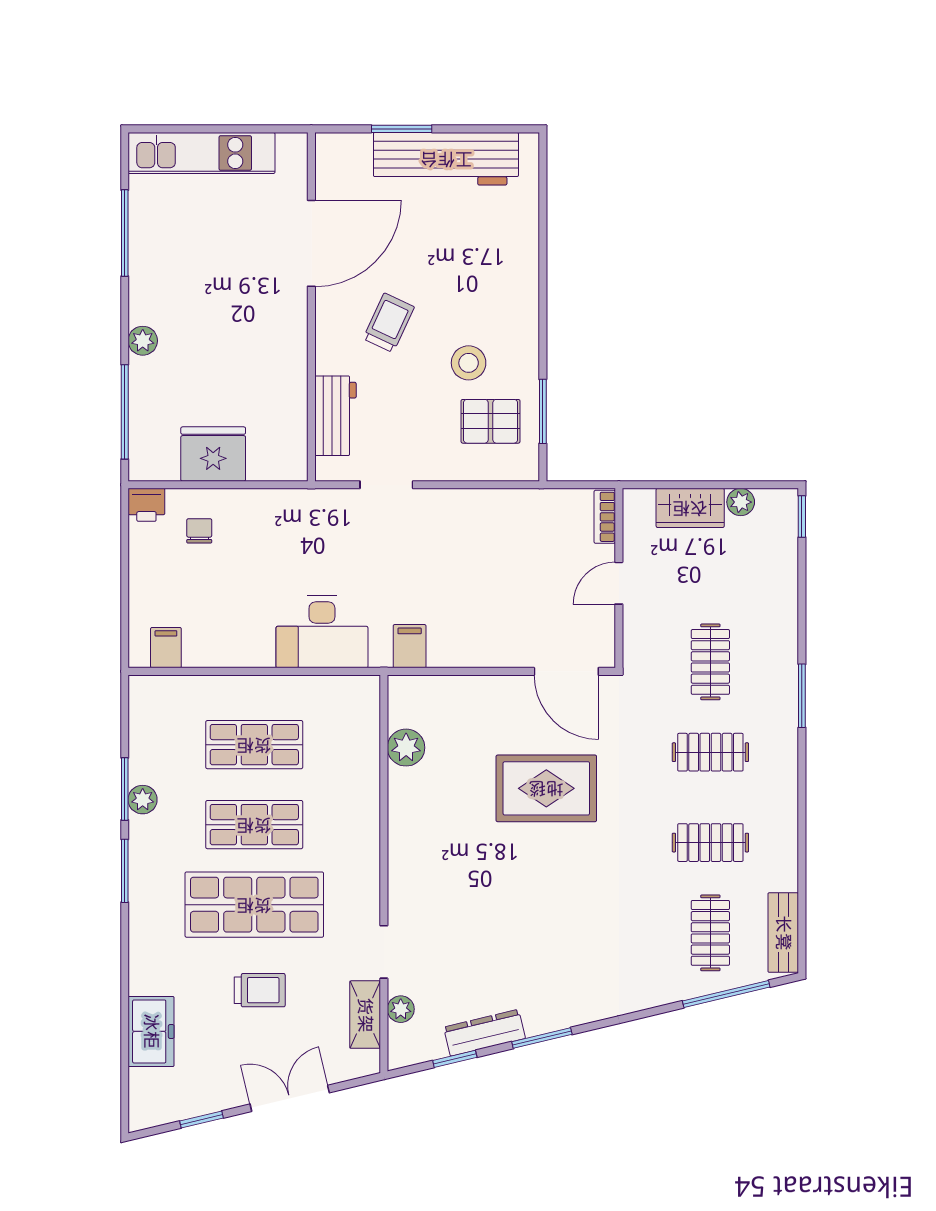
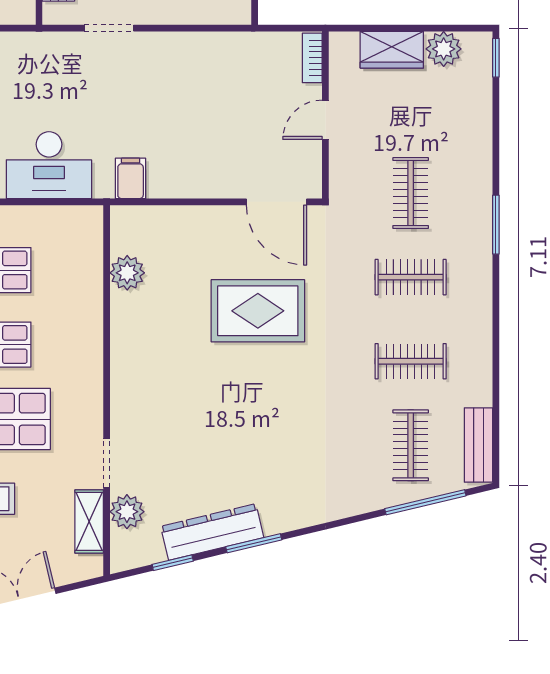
plant: (741, 502) -> (444, 49), width x1.38, depth x1.38
plant: (401, 1009) -> (127, 512), width x1.38, depth x1.38
dresser: (484, 1033) -> (212, 532), width x1.37, depth x1.24

